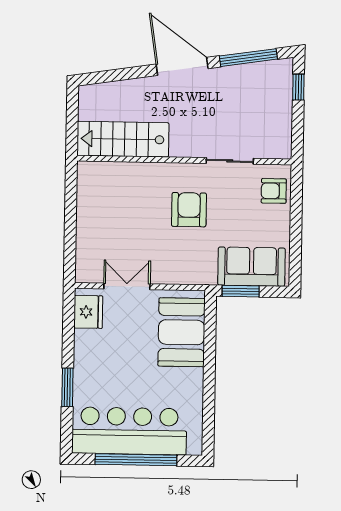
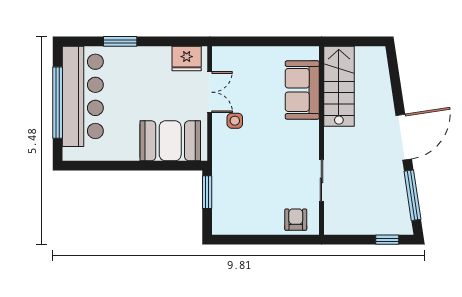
armchair: (189, 210) -> (278, 145), removed
side table: (160, 258) -> (235, 121), added
sofa: (251, 267) -> (302, 90), moved, turned 180

